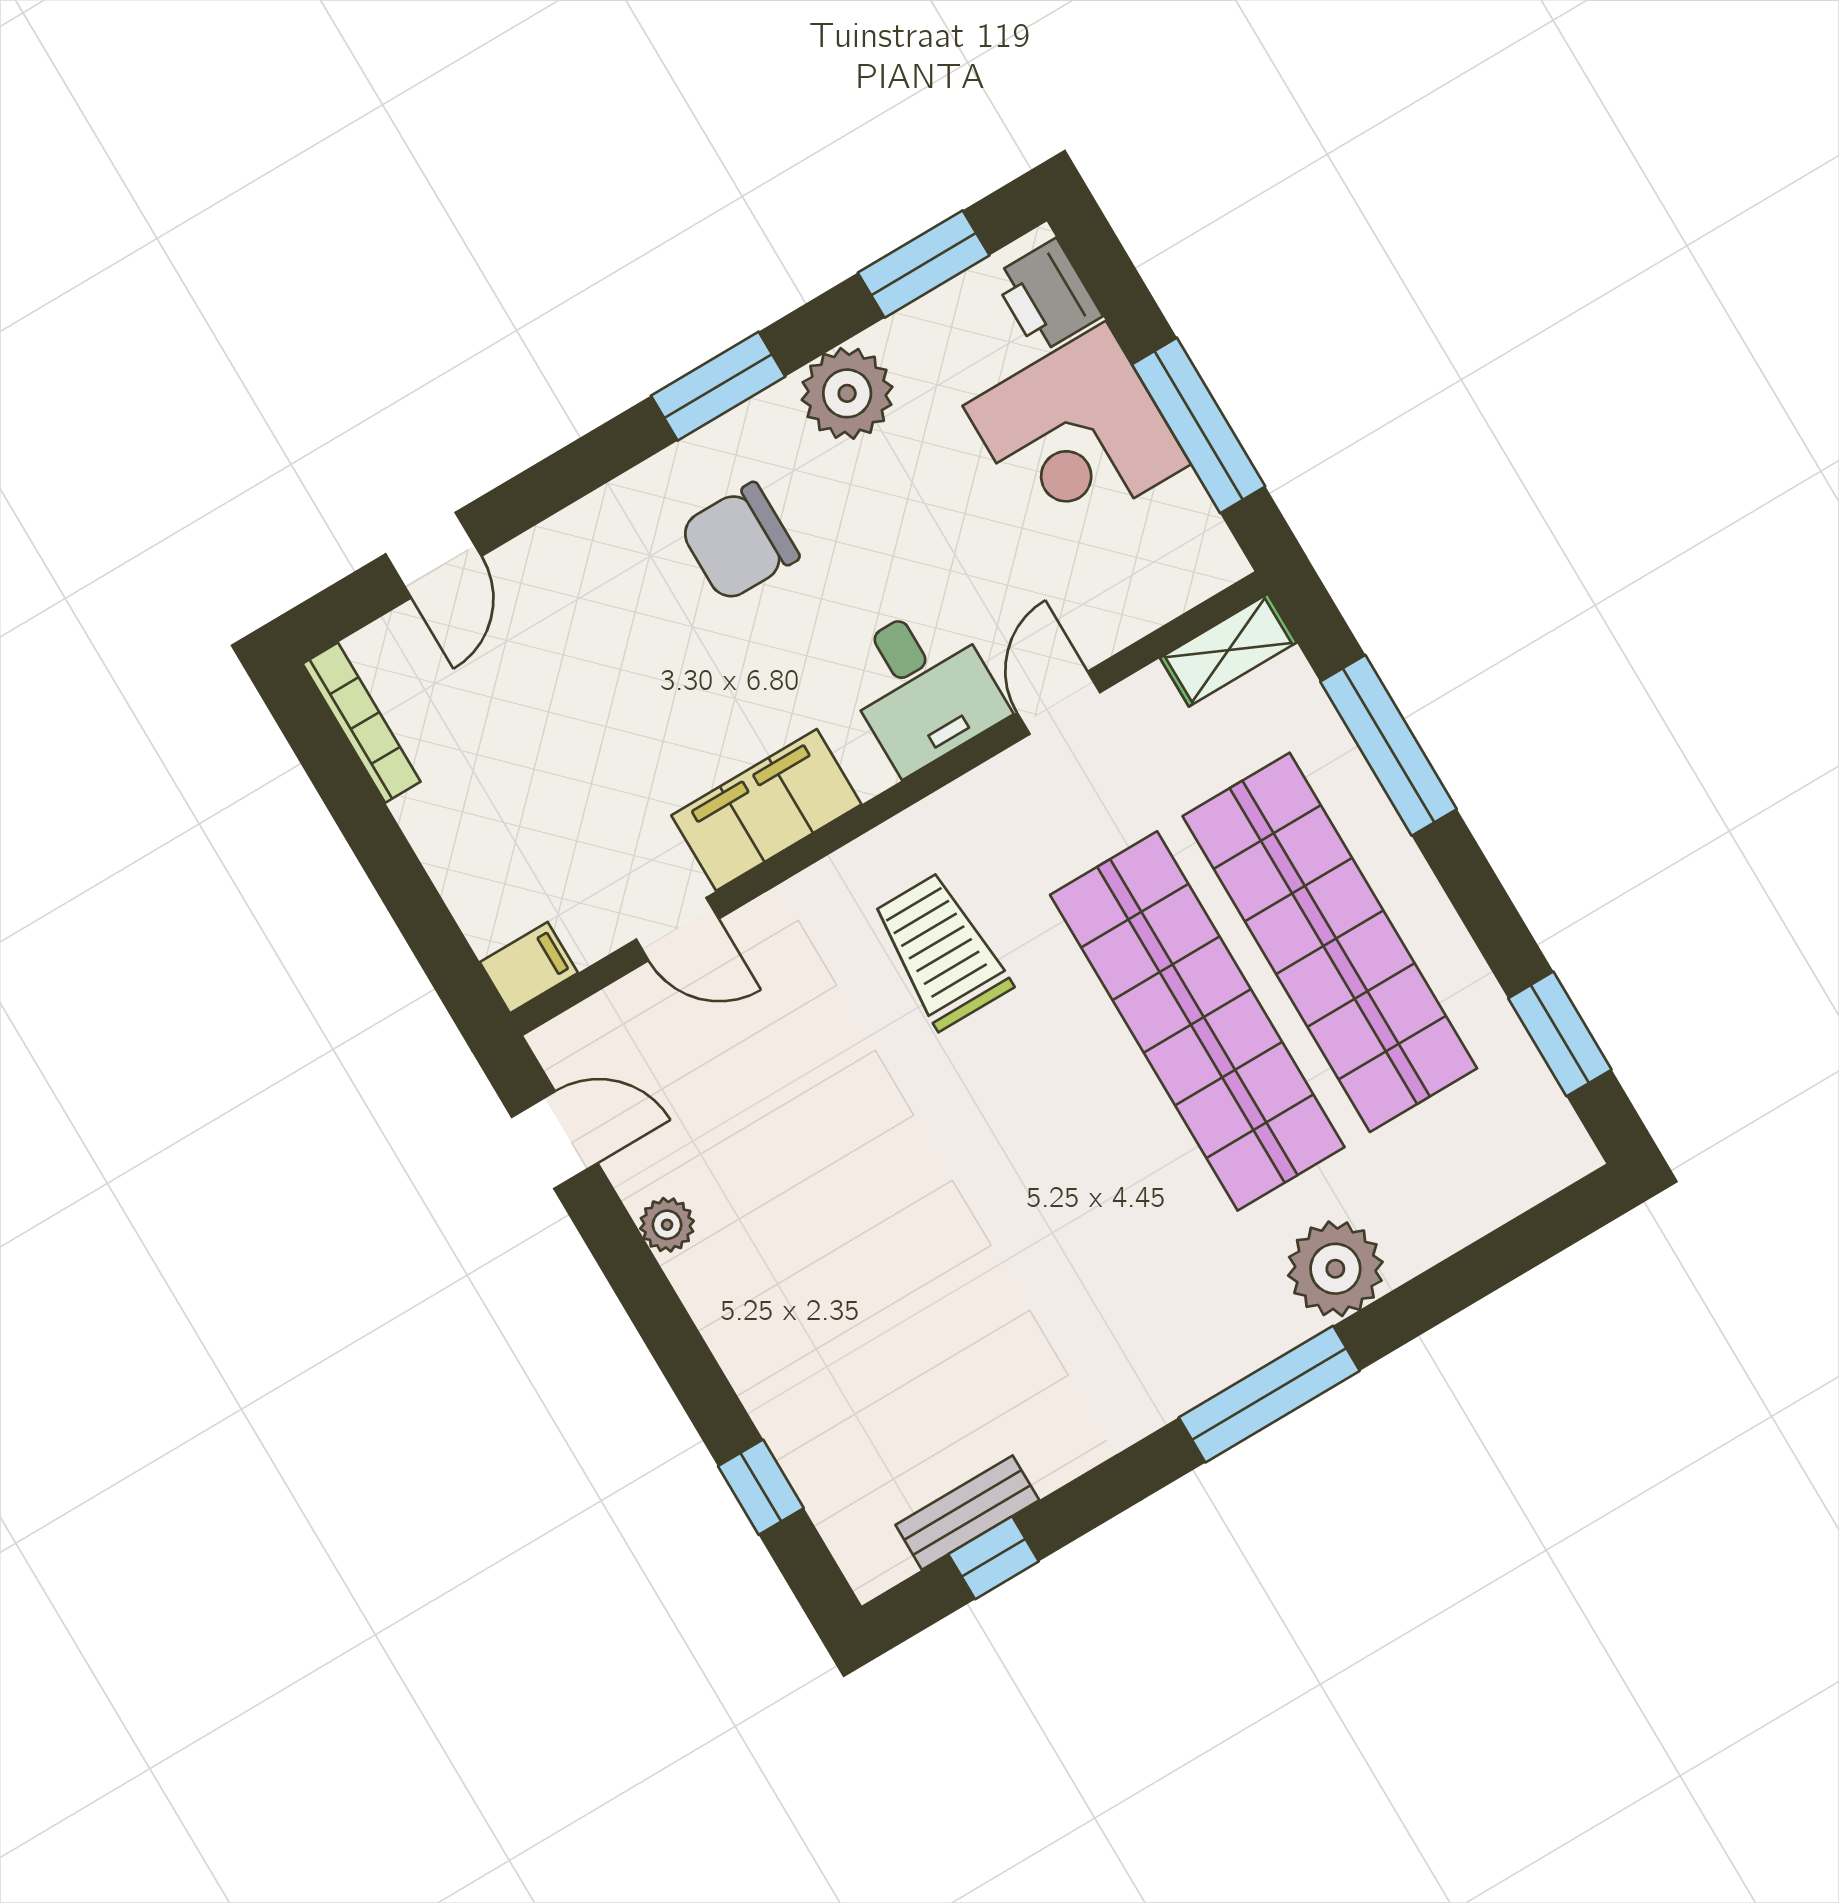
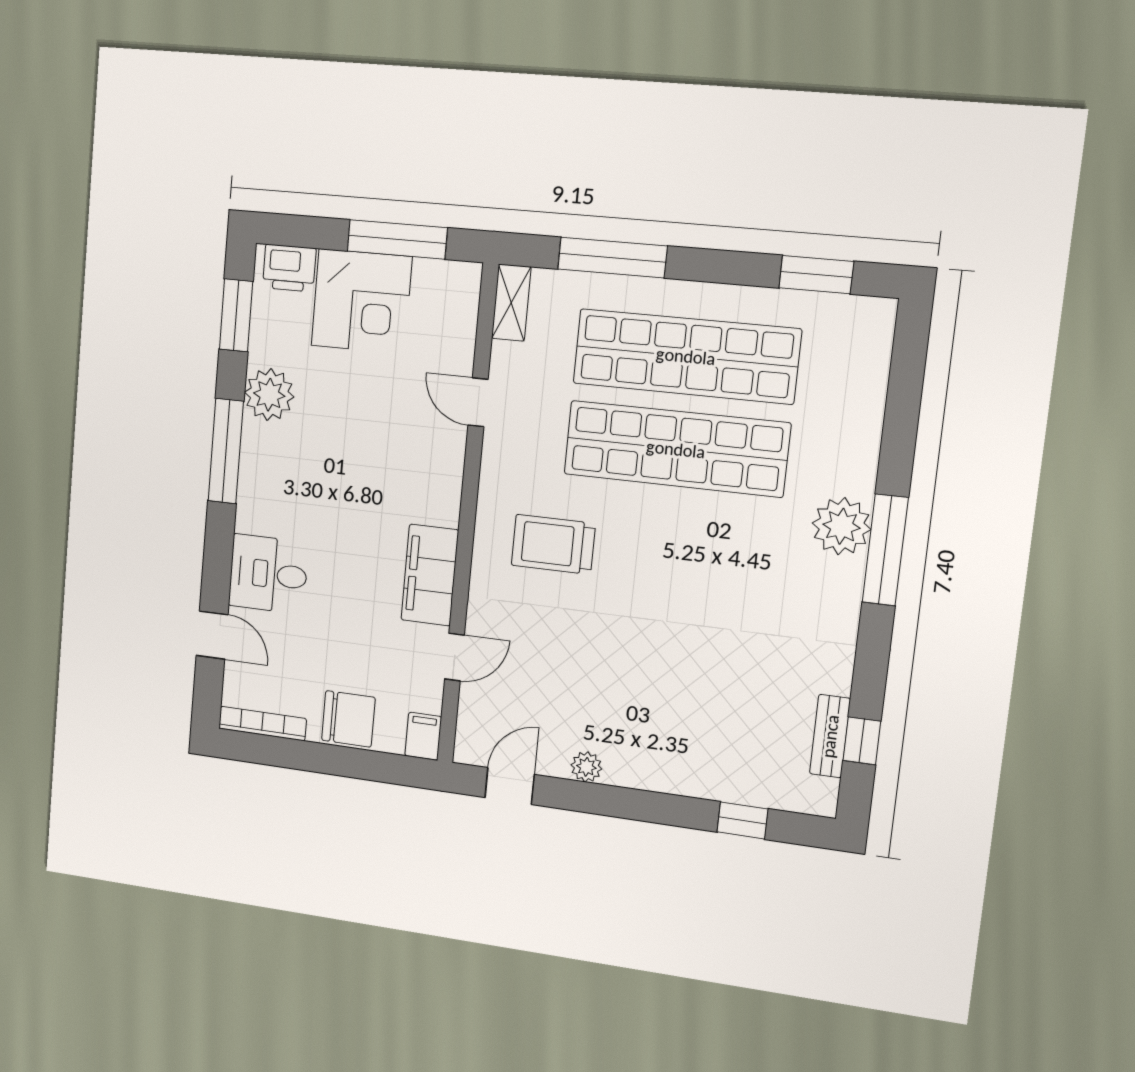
window: (718, 386) -> (226, 451), width x1.44
chair: (739, 542) -> (348, 719), moved, turned -90
desk: (922, 687) -> (268, 574), moved, turned 180
plant: (1335, 1269) -> (842, 526), moved

